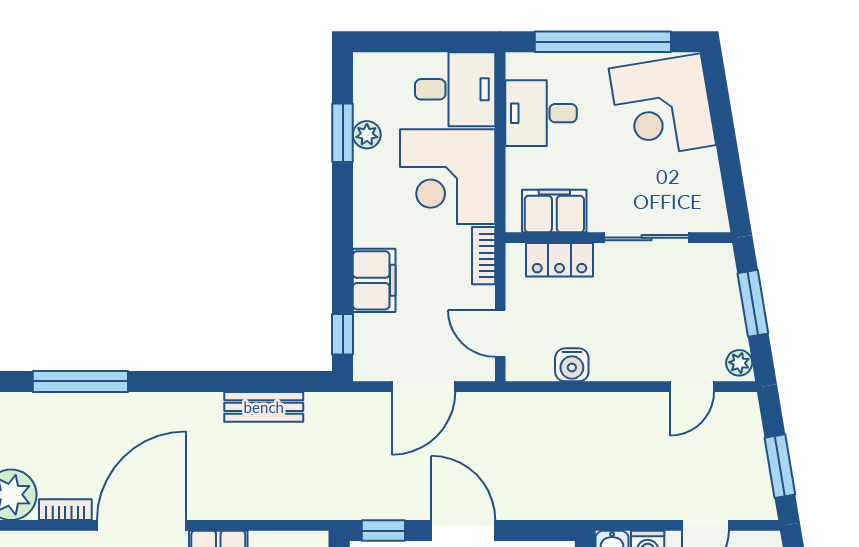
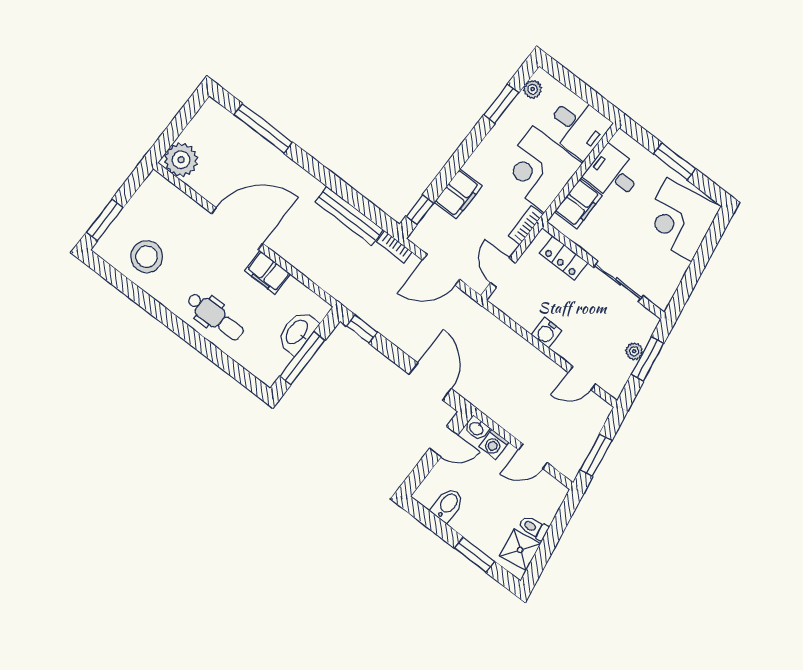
window: (603, 42) -> (674, 161), width x0.47
plant: (367, 135) -> (533, 89), moved
filing cabinet: (554, 211) -> (578, 204), moved, turned 90
plant: (739, 363) -> (634, 351), moved
water cooler: (572, 365) -> (547, 333), moved
bench: (264, 407) -> (349, 216), width x1.36
bookcase: (65, 510) -> (394, 247), moved, turned 180
door: (463, 531) -> (430, 381), moved

